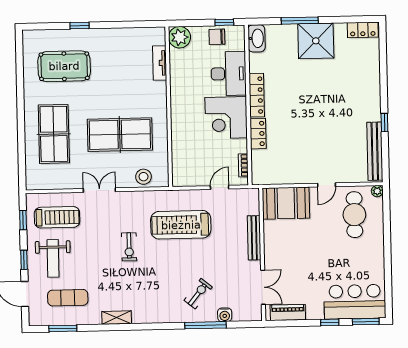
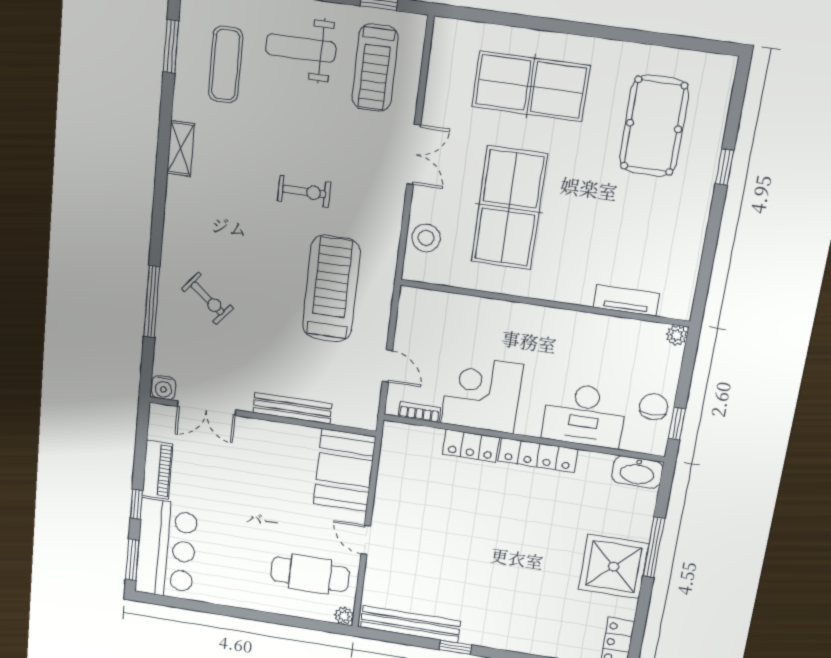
plant: (180, 37) -> (677, 335), width x0.53, depth x0.53
corner desk: (226, 118) -> (482, 394), moved
exercise bike: (129, 247) -> (304, 192), turned 180
piano: (288, 312) -> (157, 470), moved
water cooler: (225, 315) -> (164, 388), moved, turned -90

